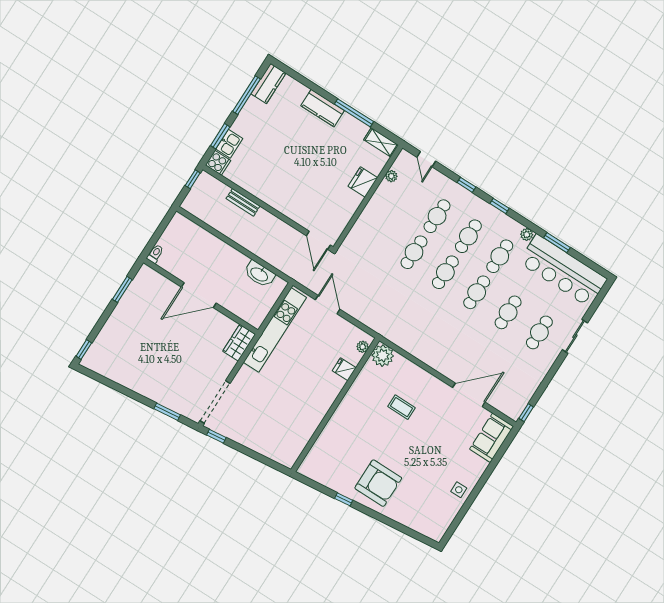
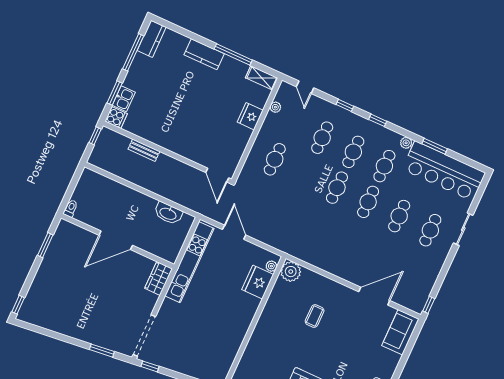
cafe table: (414, 252) -> (275, 159), moved
fridge: (344, 369) -> (258, 282), width x1.88, depth x1.34
coffee table: (401, 407) -> (315, 316), turned 90

